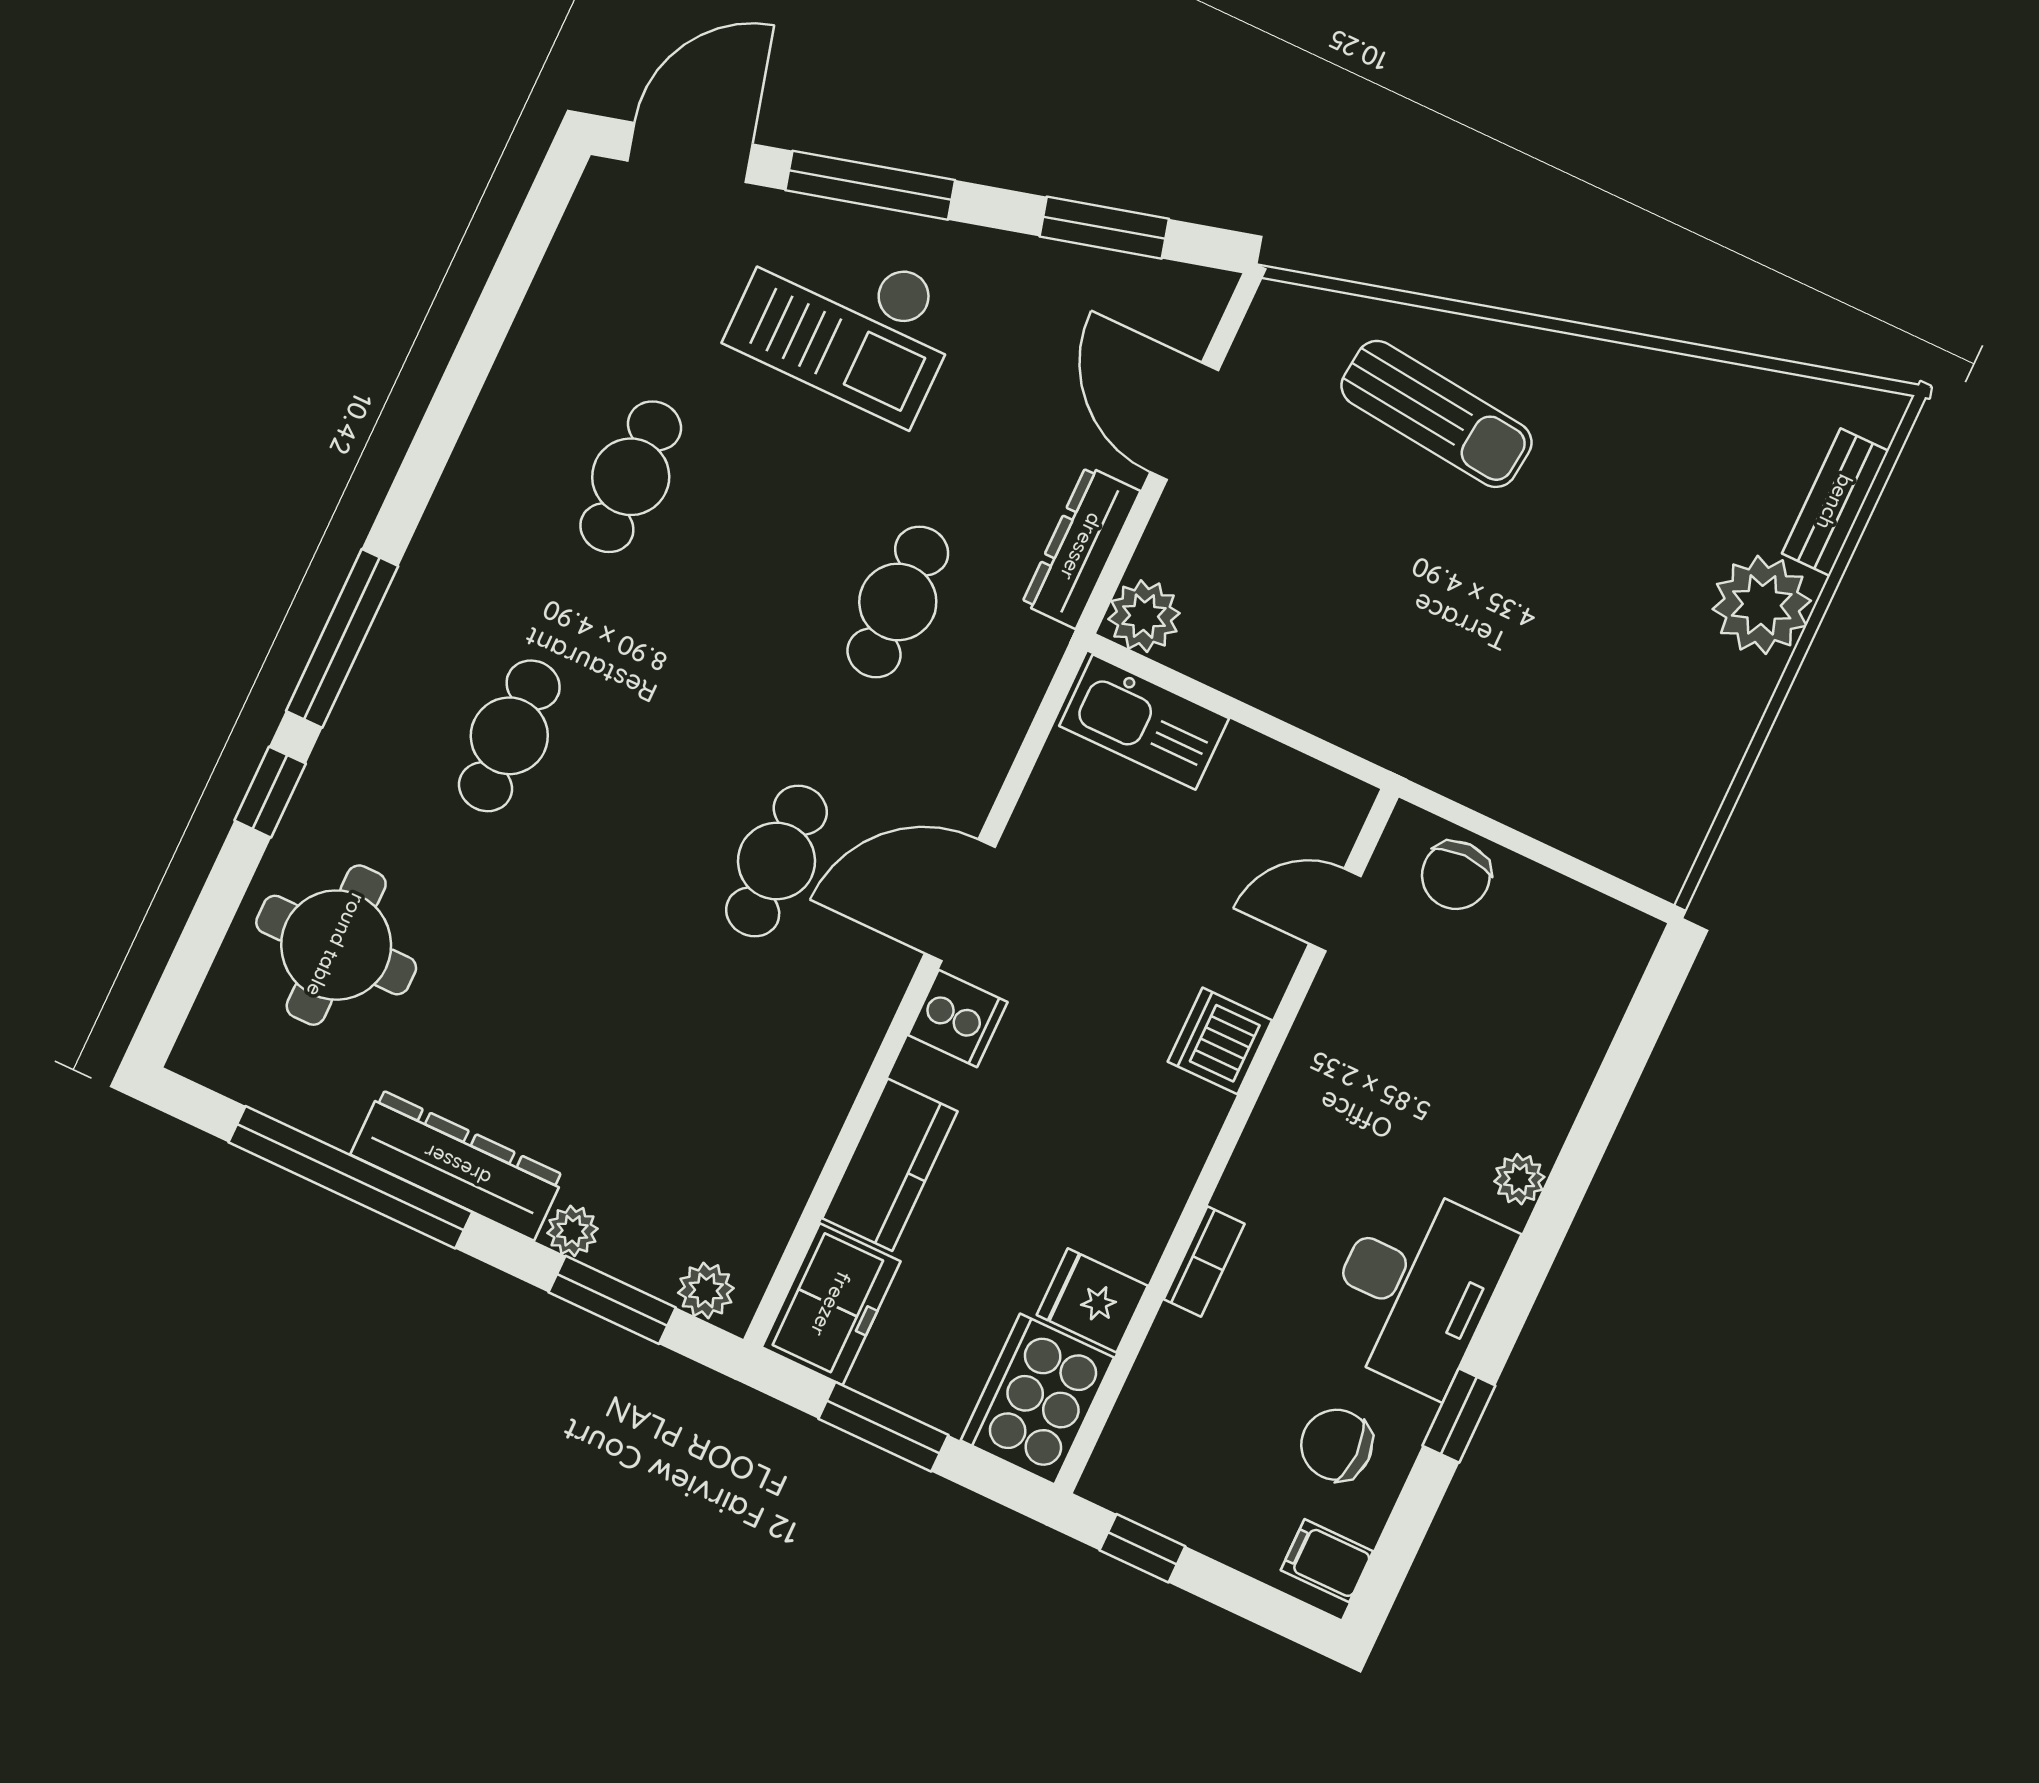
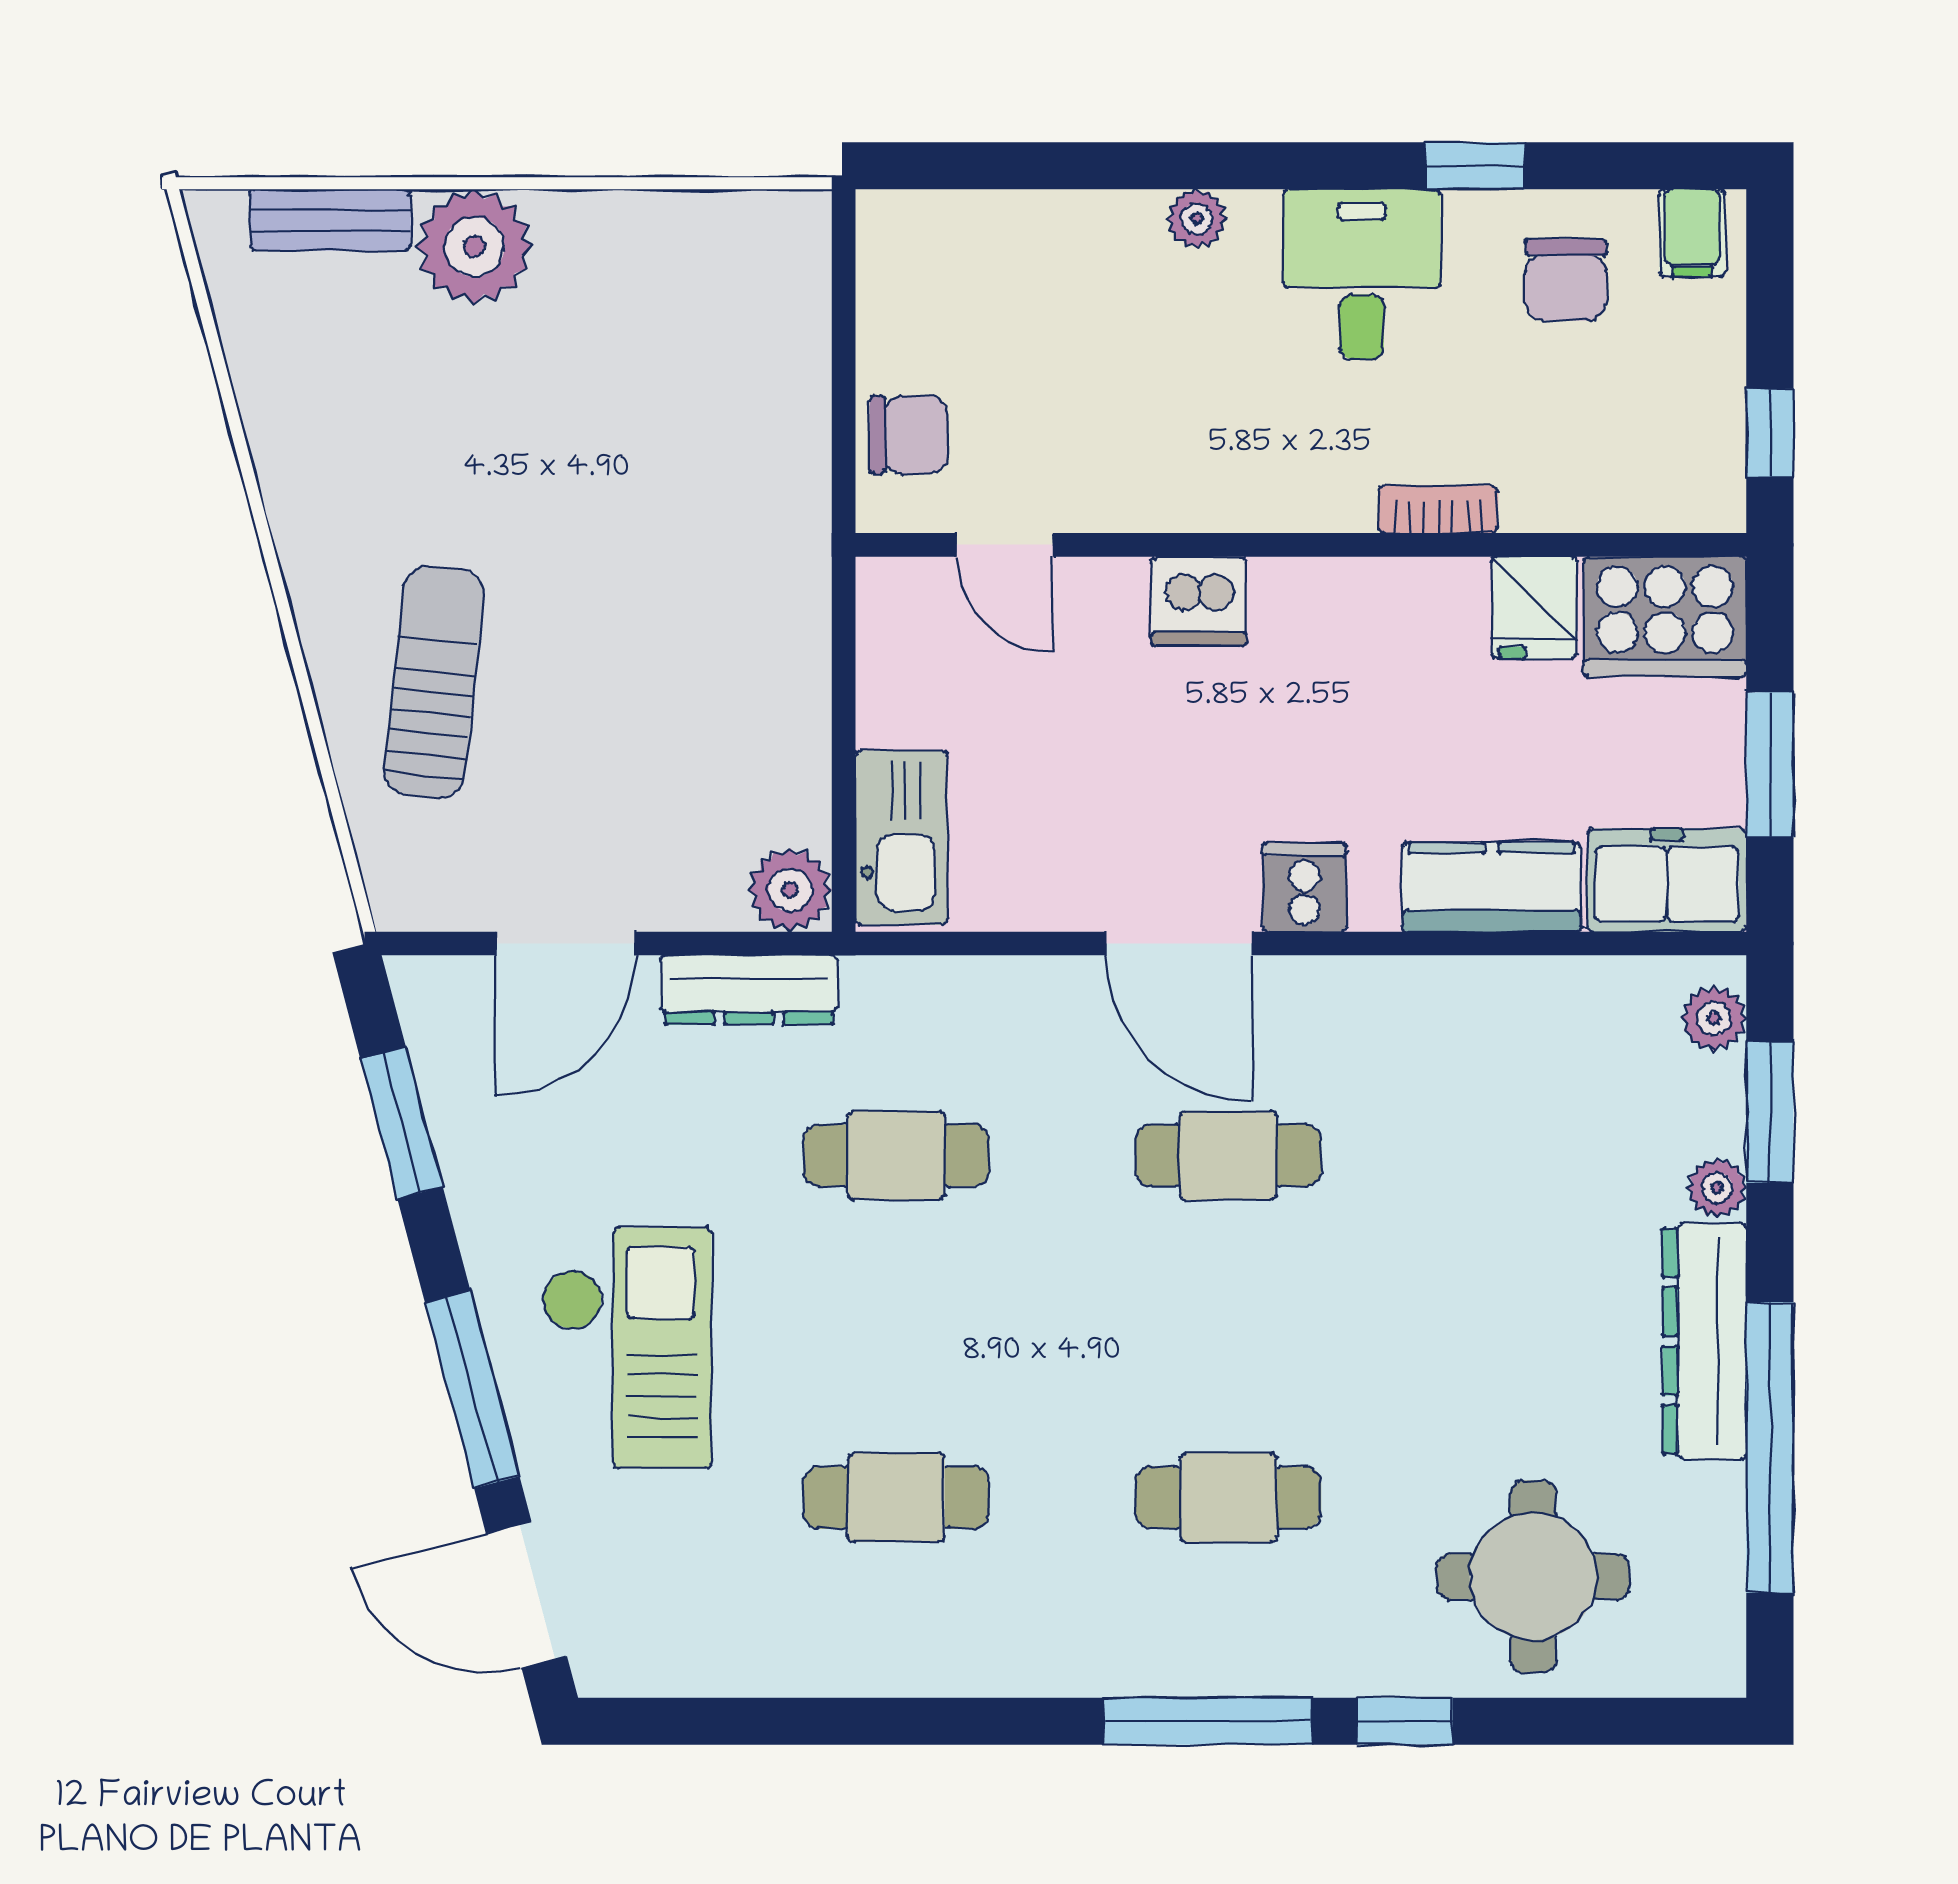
desk: (1416, 1288) -> (1362, 274), width x0.73

